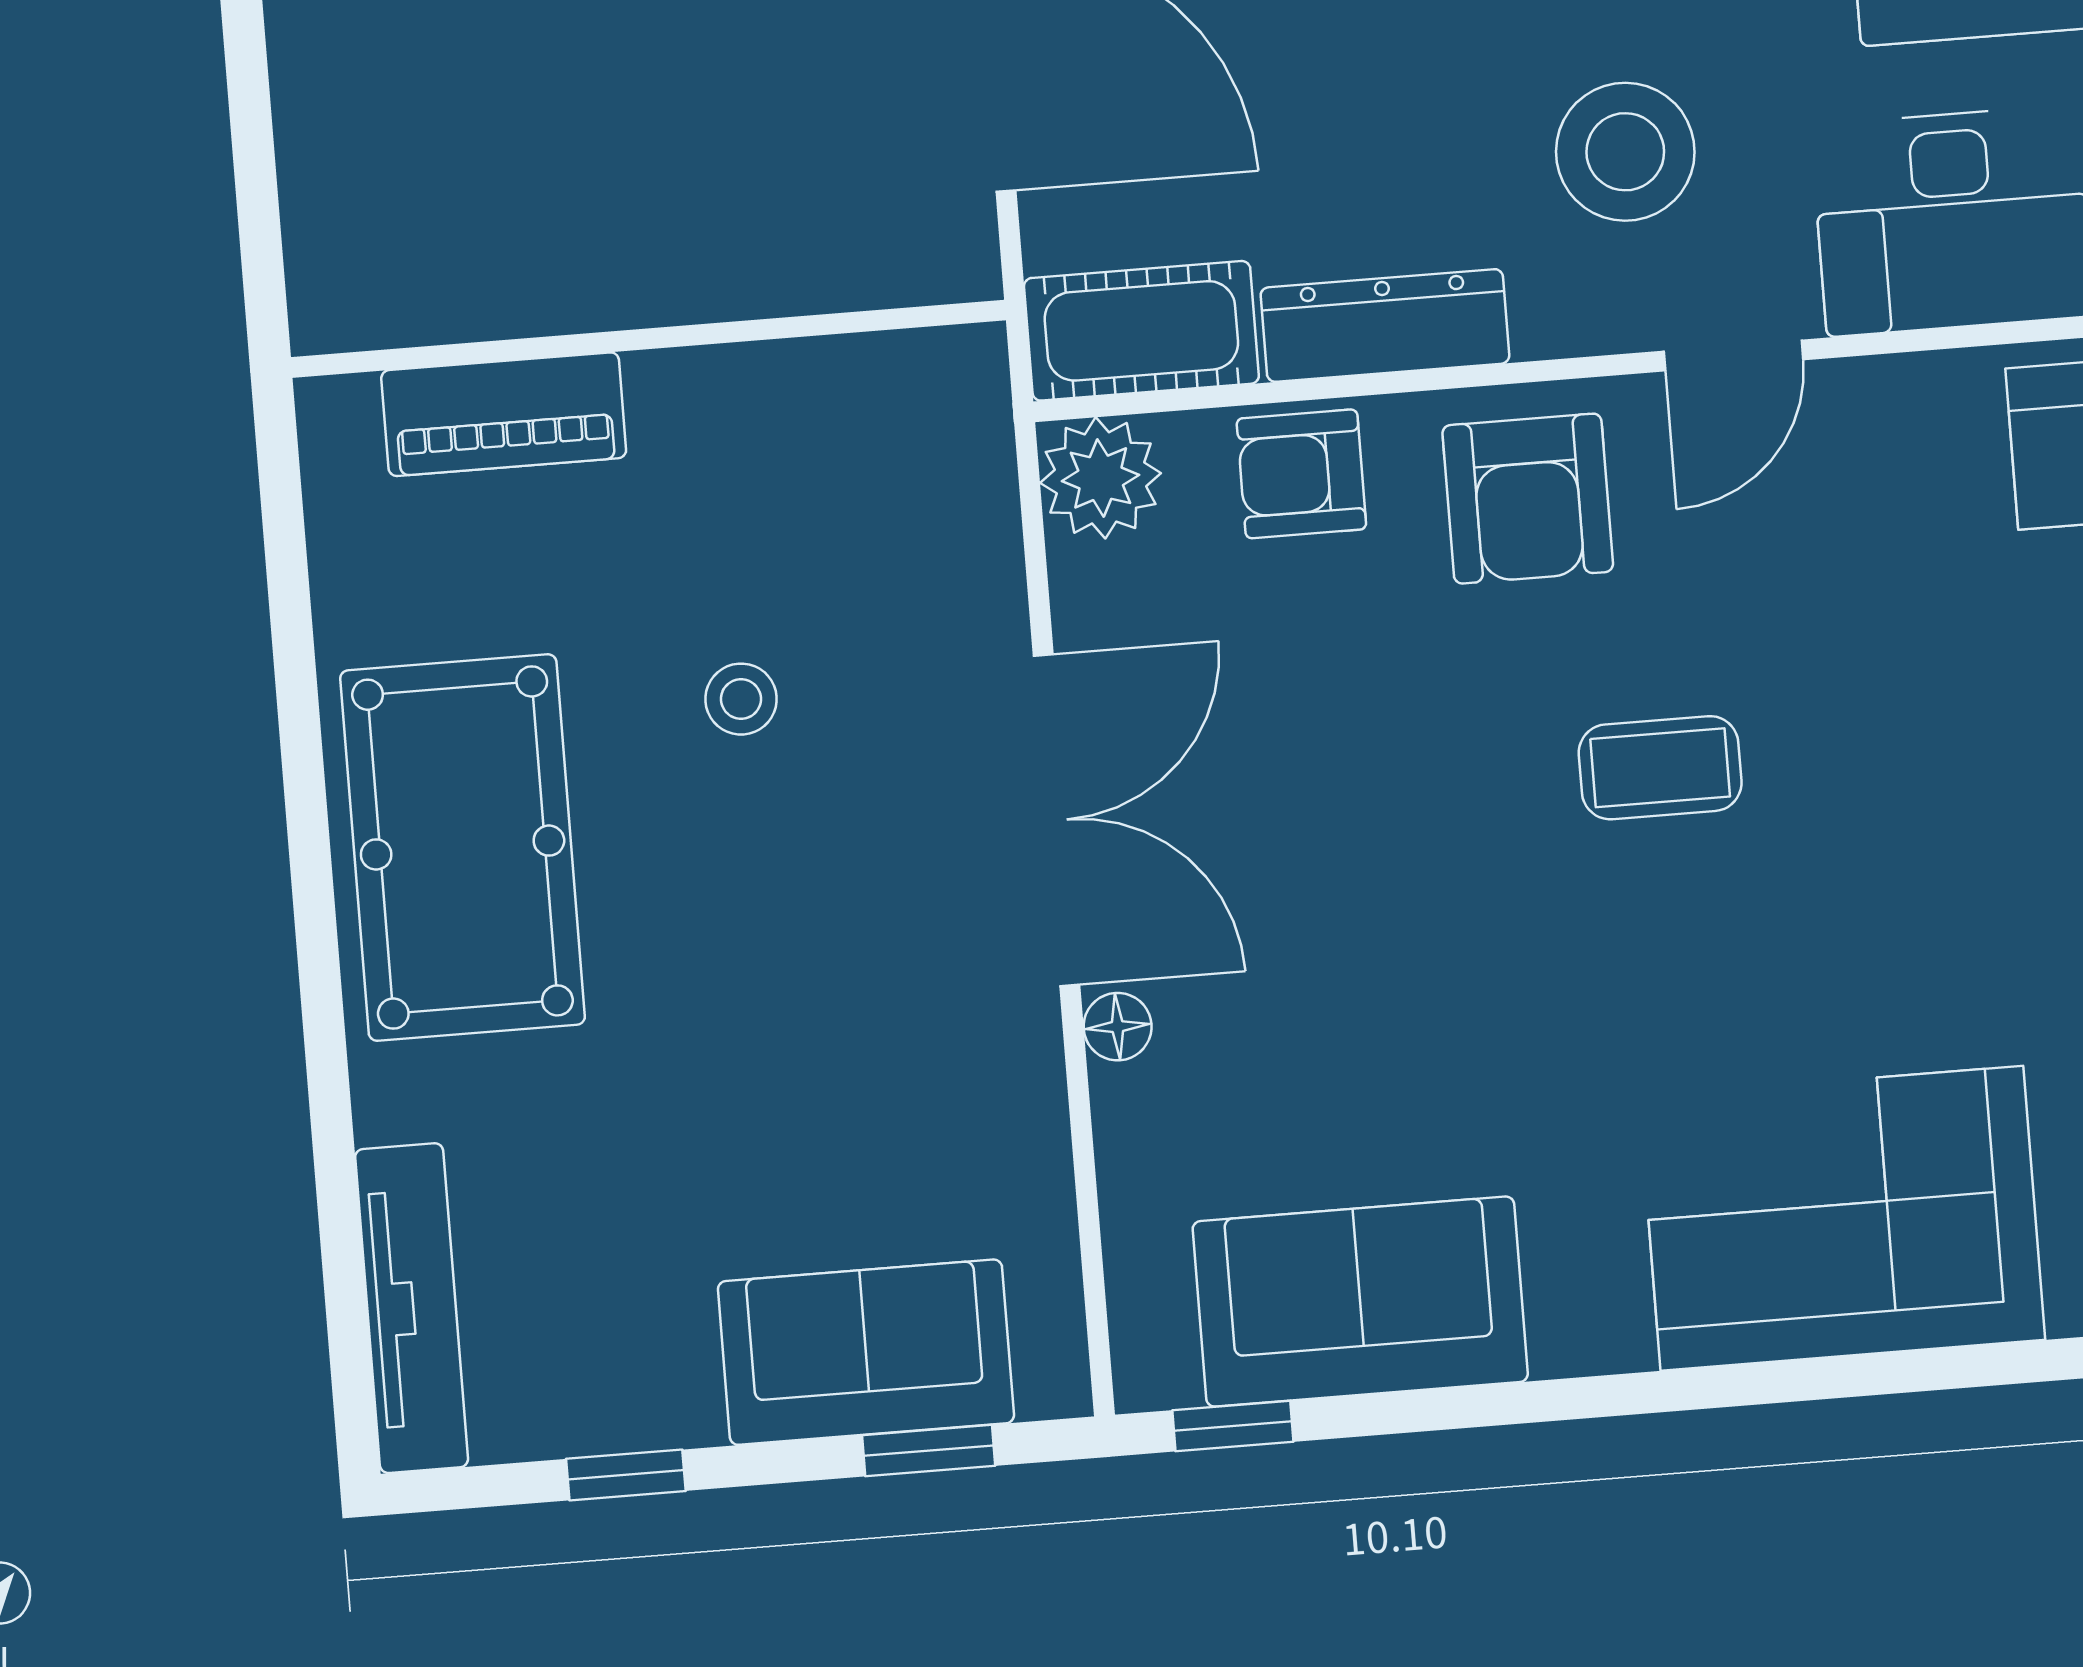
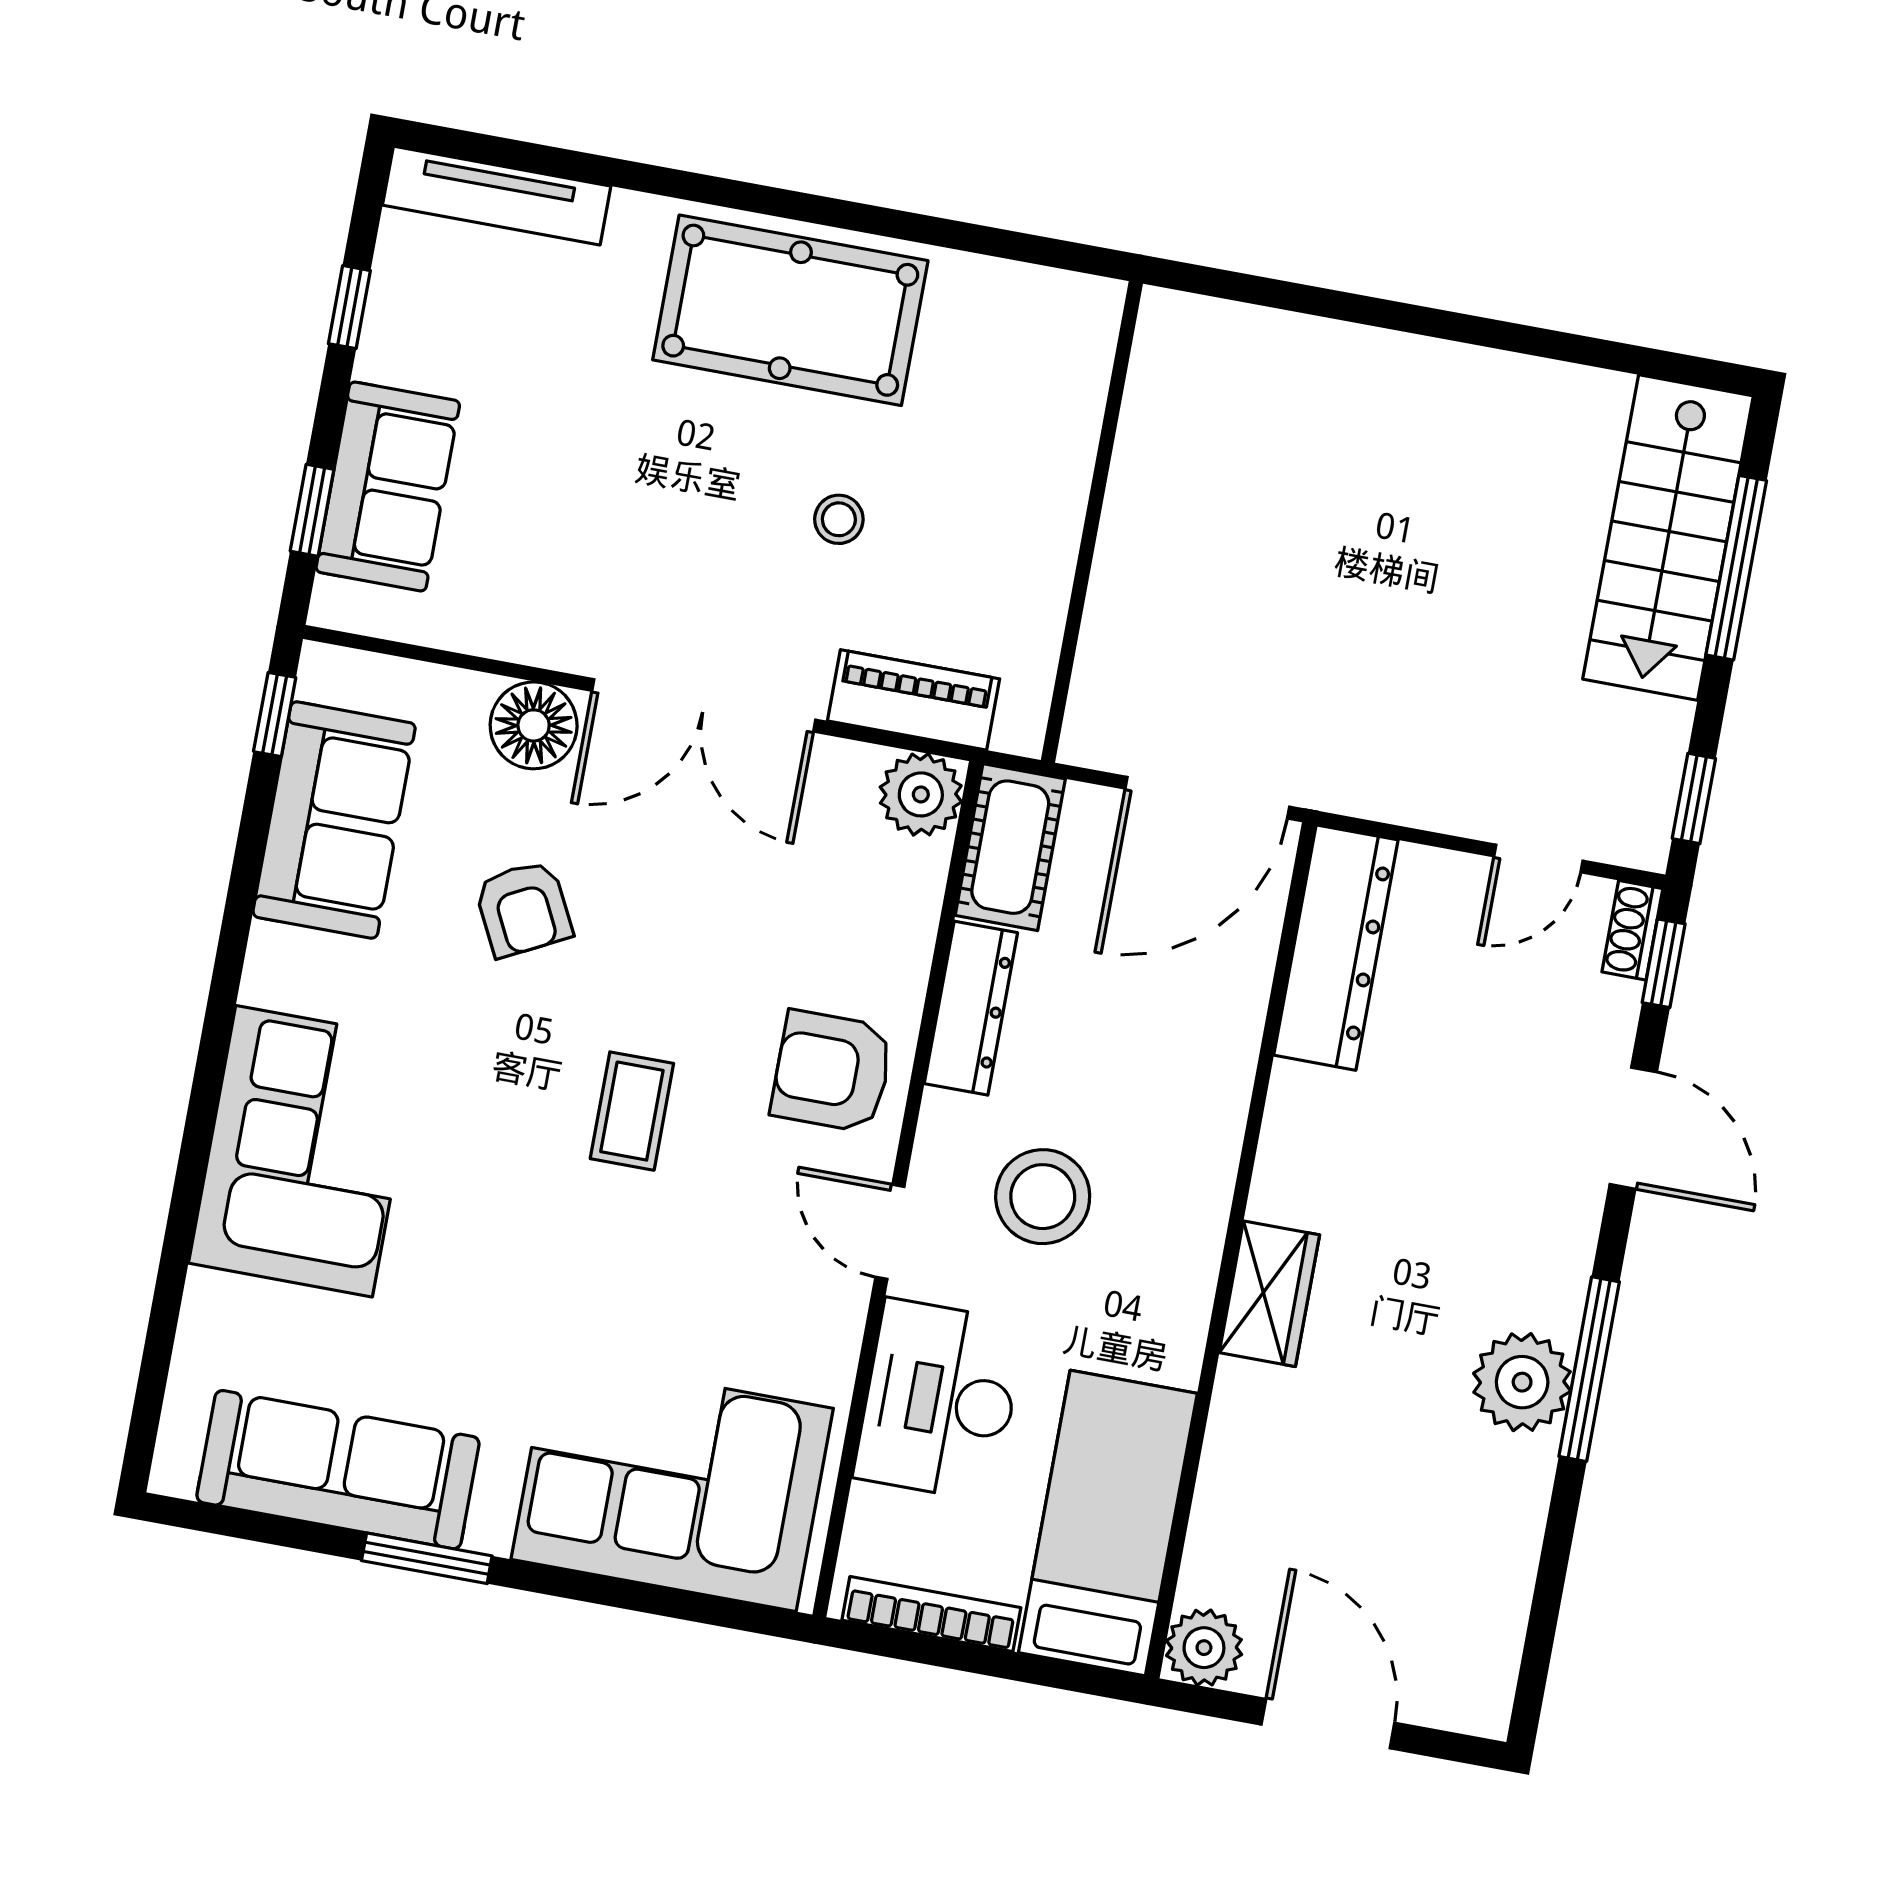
piano: (504, 414) -> (914, 700), moved, turned 90
armchair: (1301, 474) -> (523, 909), moved, turned 153
floor lamp: (1118, 1027) -> (534, 725), width x1.89, depth x1.89

